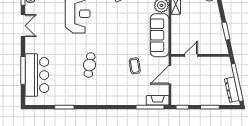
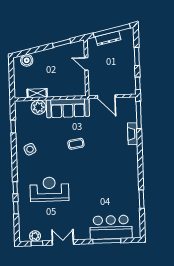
door: (191, 55) -> (86, 64), moved
cafe table: (90, 65) -> (99, 176), removed
coffee table: (135, 66) -> (76, 144), moved
dresser: (232, 90) -> (108, 38), moved
fireplace: (158, 100) -> (133, 134), moved

